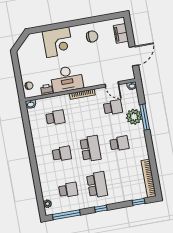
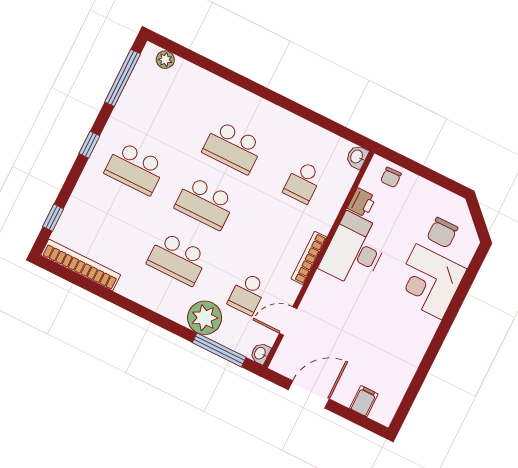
filing cabinet: (121, 33) -> (364, 401), width x0.50
chair: (92, 37) -> (442, 233), moved
door: (134, 56) -> (309, 394), swing flipped
window: (145, 117) -> (219, 350), moved
school desk: (119, 143) -> (177, 259), width x1.85
school desk: (62, 154) -> (233, 147), width x1.85
school desk: (68, 190) -> (163, 113), removed

